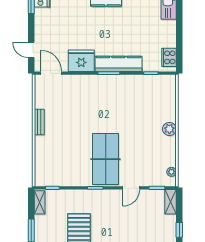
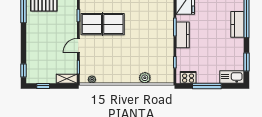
window: (179, 35) -> (207, 86), added
kitchen counter: (118, 64) -> (183, 35), width x0.67
plant: (169, 129) -> (145, 78), moved
door: (131, 188) -> (78, 46), hinge flipped

